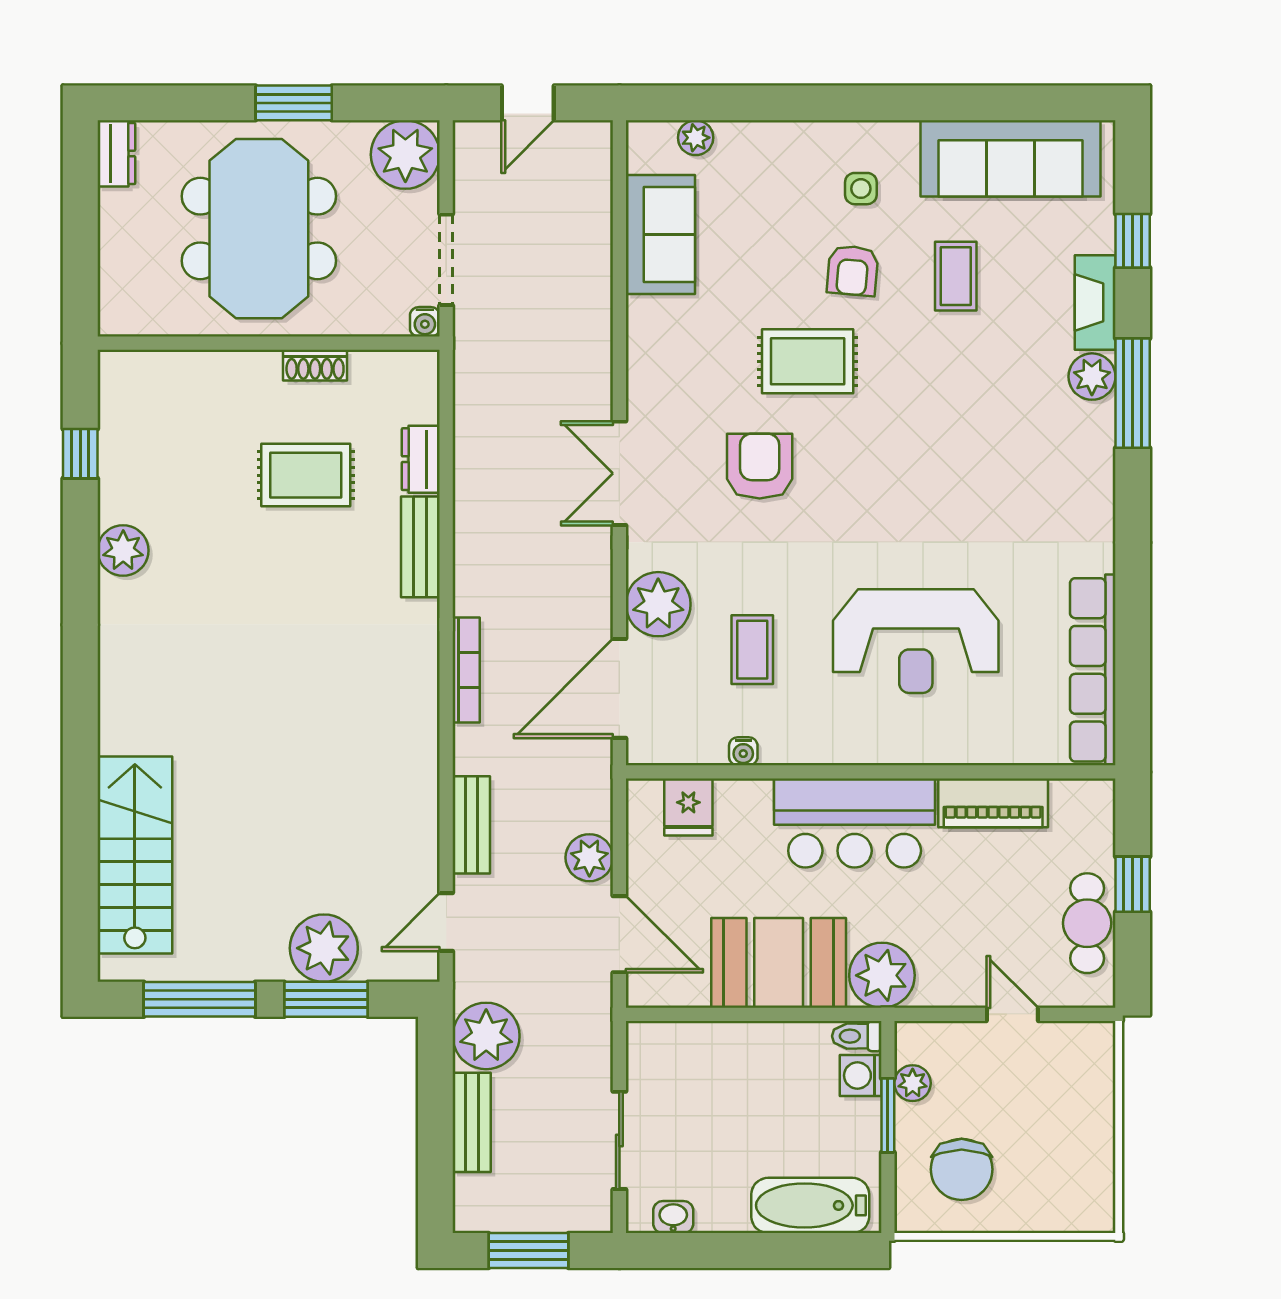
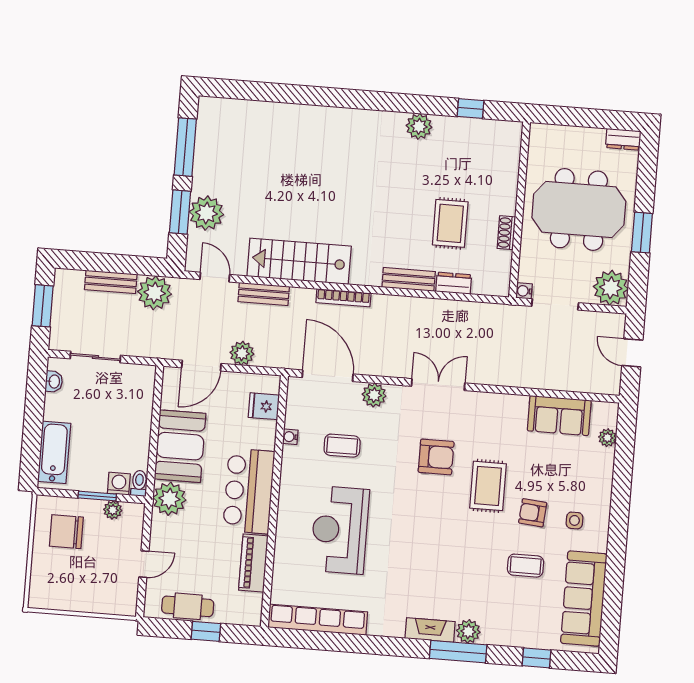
fireplace: (1095, 302) -> (430, 630), moved
plant: (658, 604) -> (374, 395), width x0.73, depth x0.73
stairs: (135, 855) -> (299, 261), moved, turned 180

